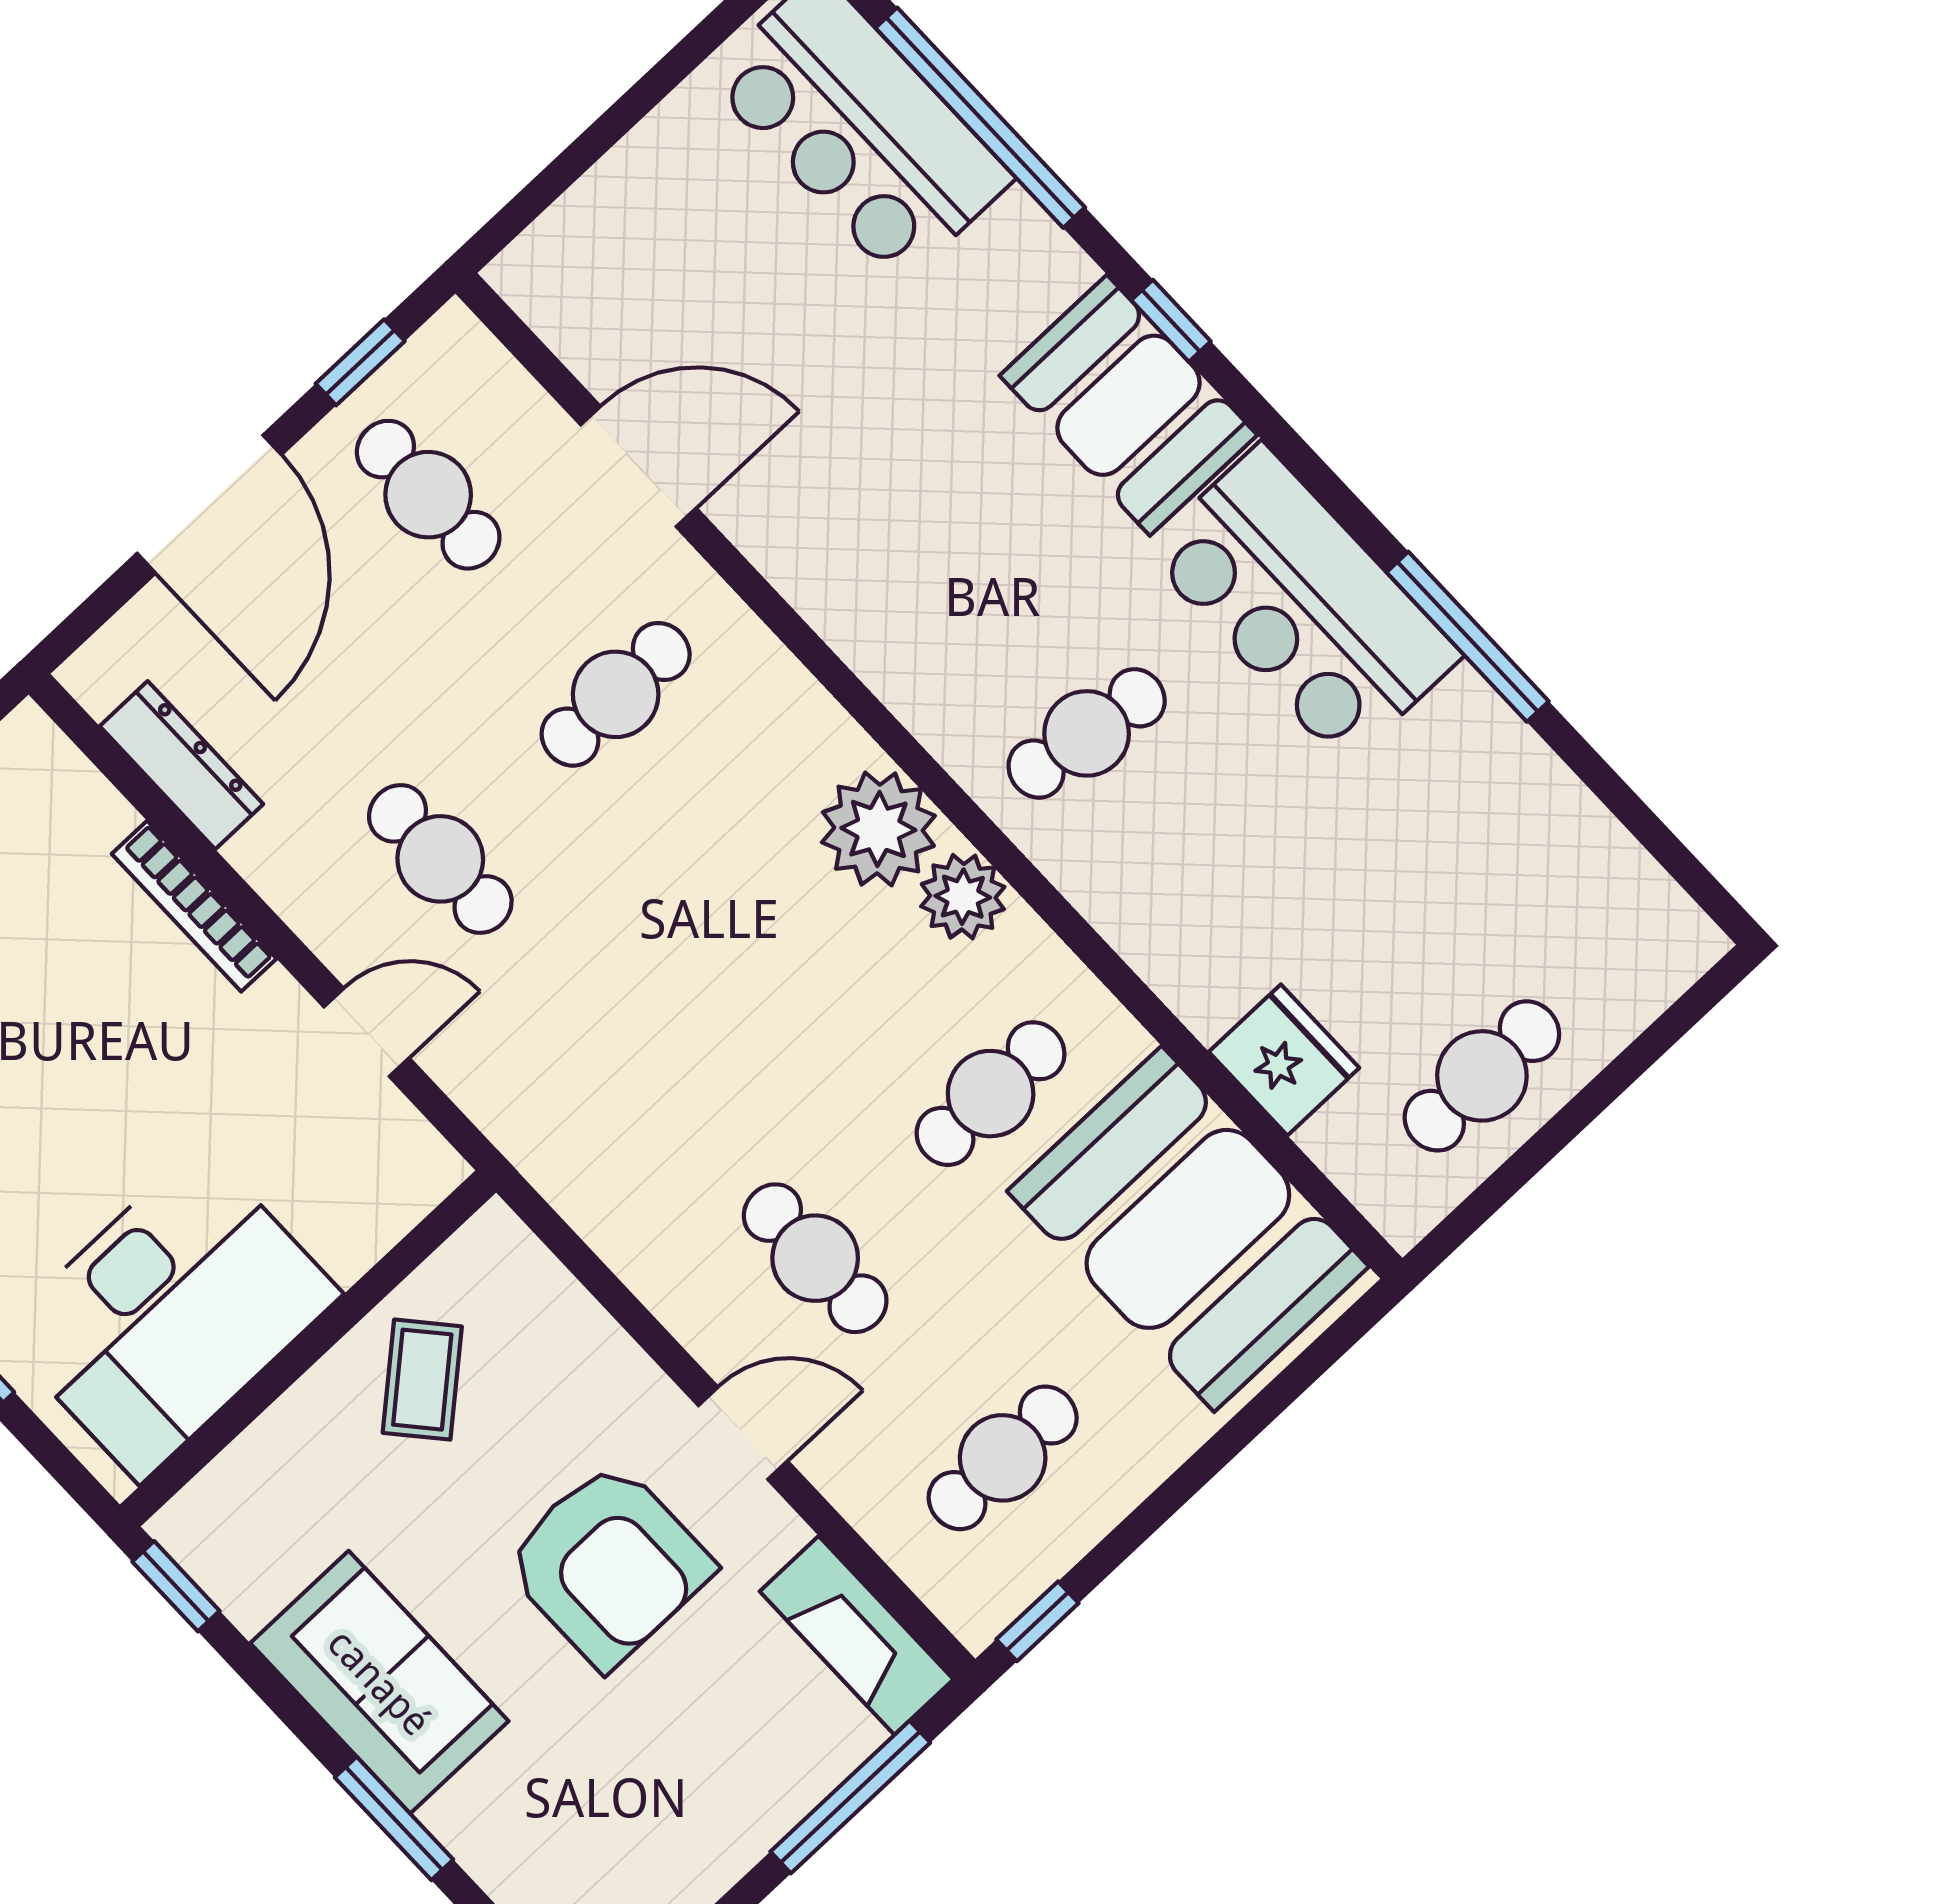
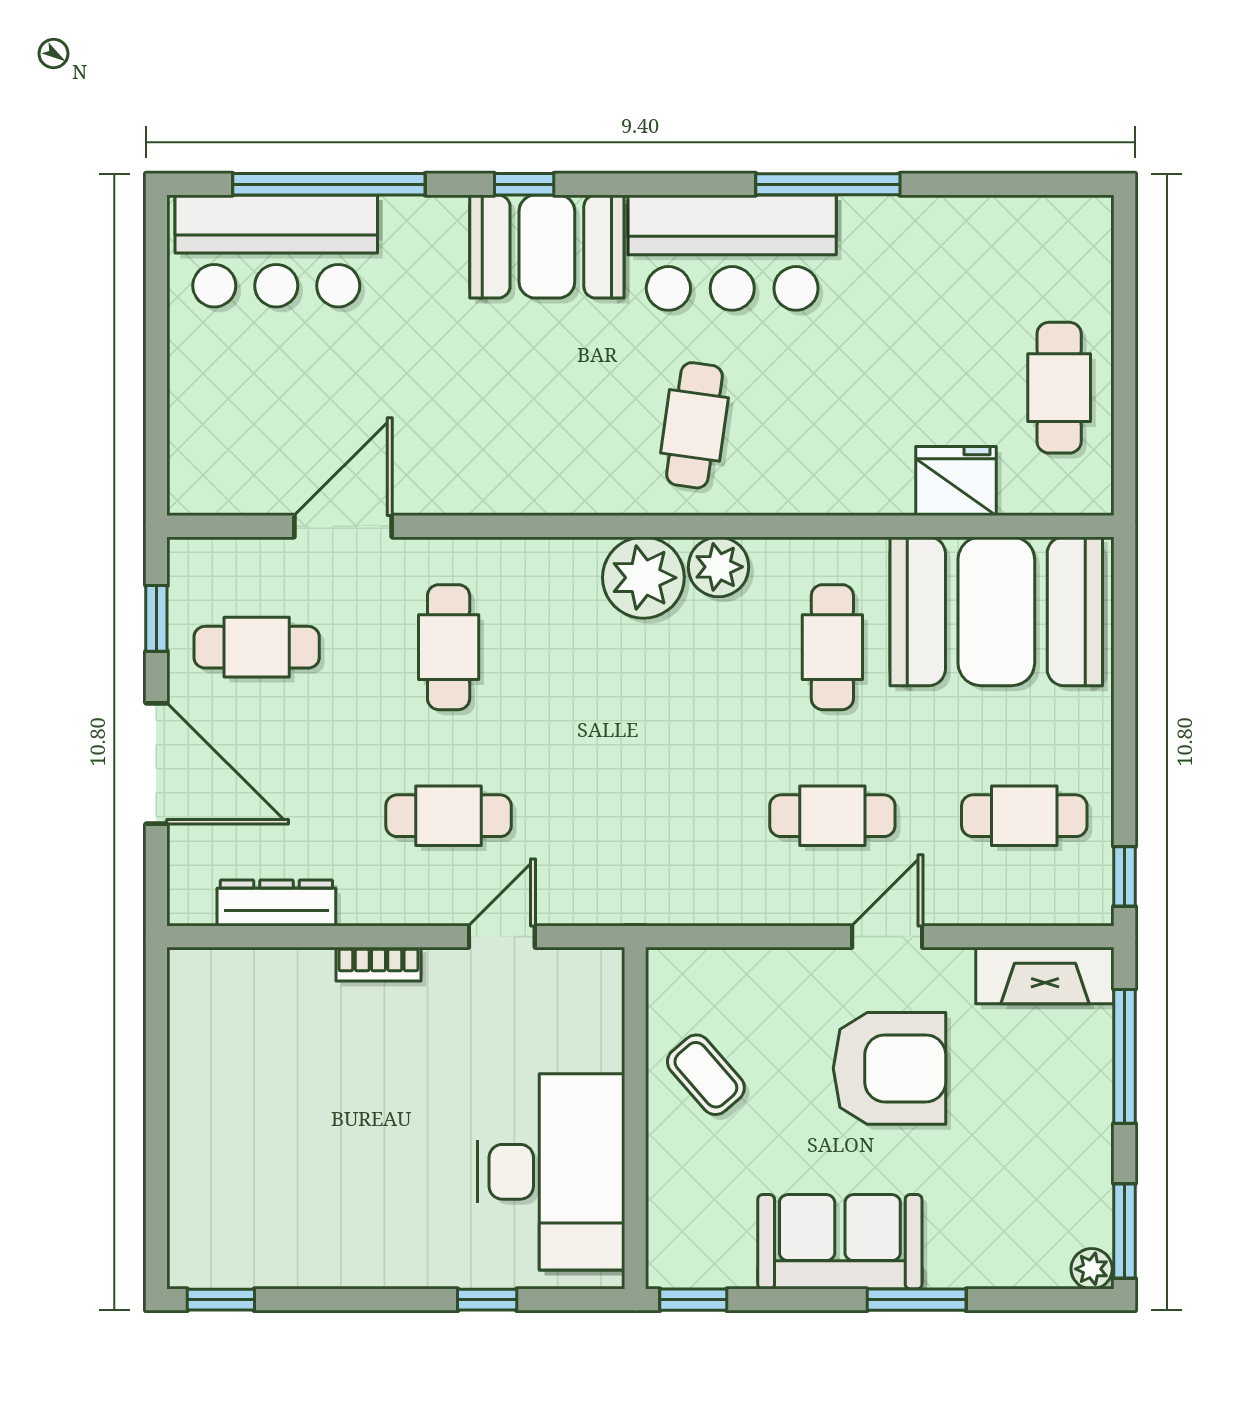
bookcase: (194, 906) -> (378, 964), width x0.64
cafe table: (1003, 1458) -> (1024, 816), turned 90

